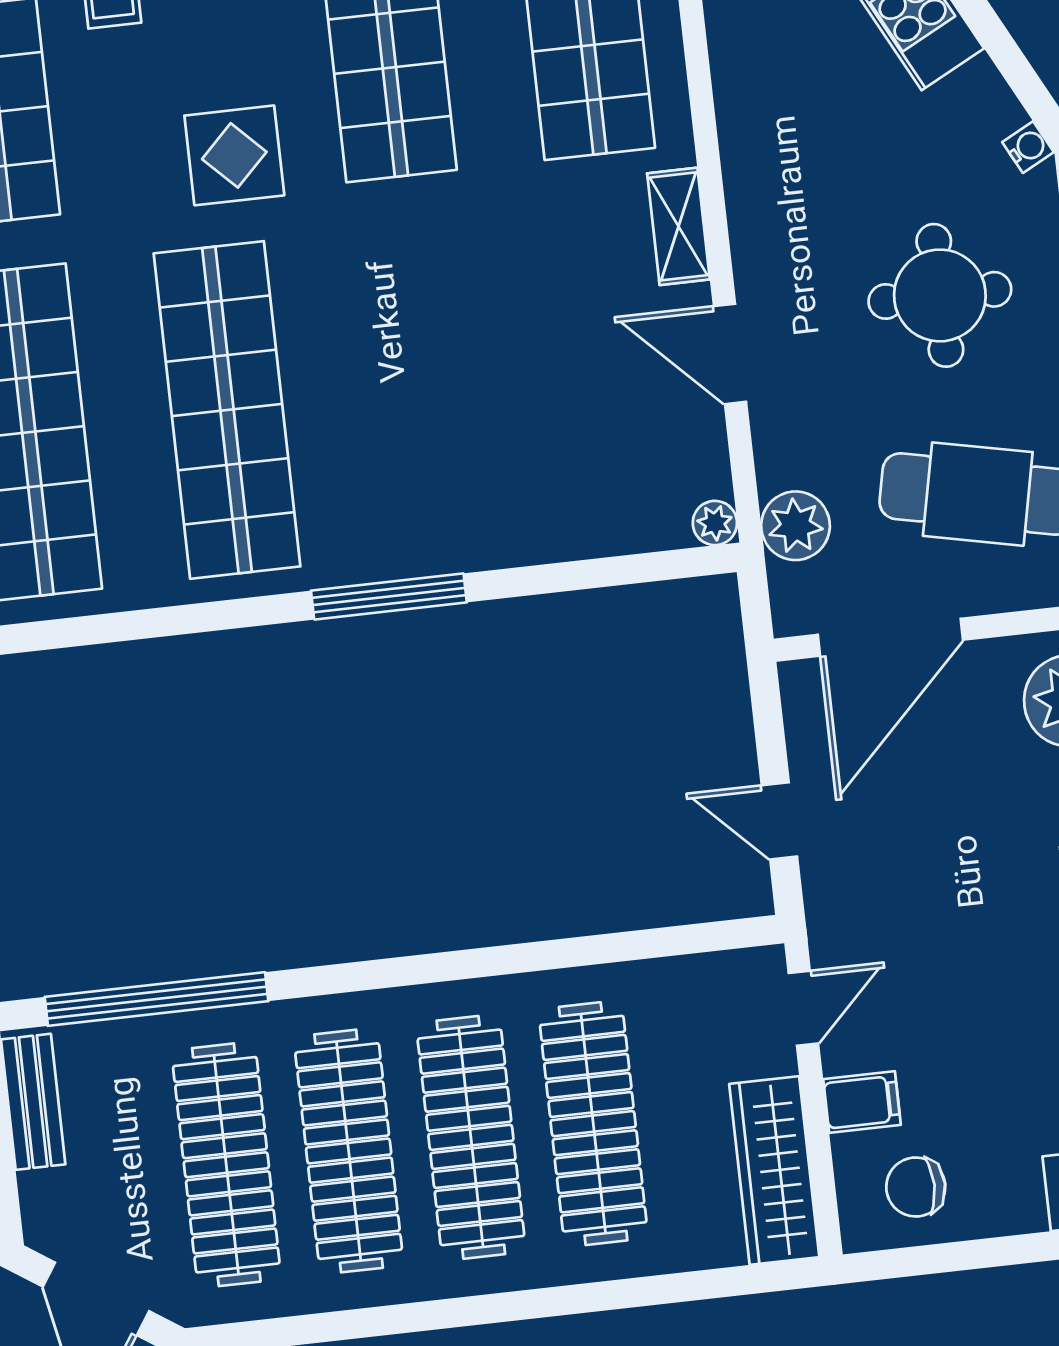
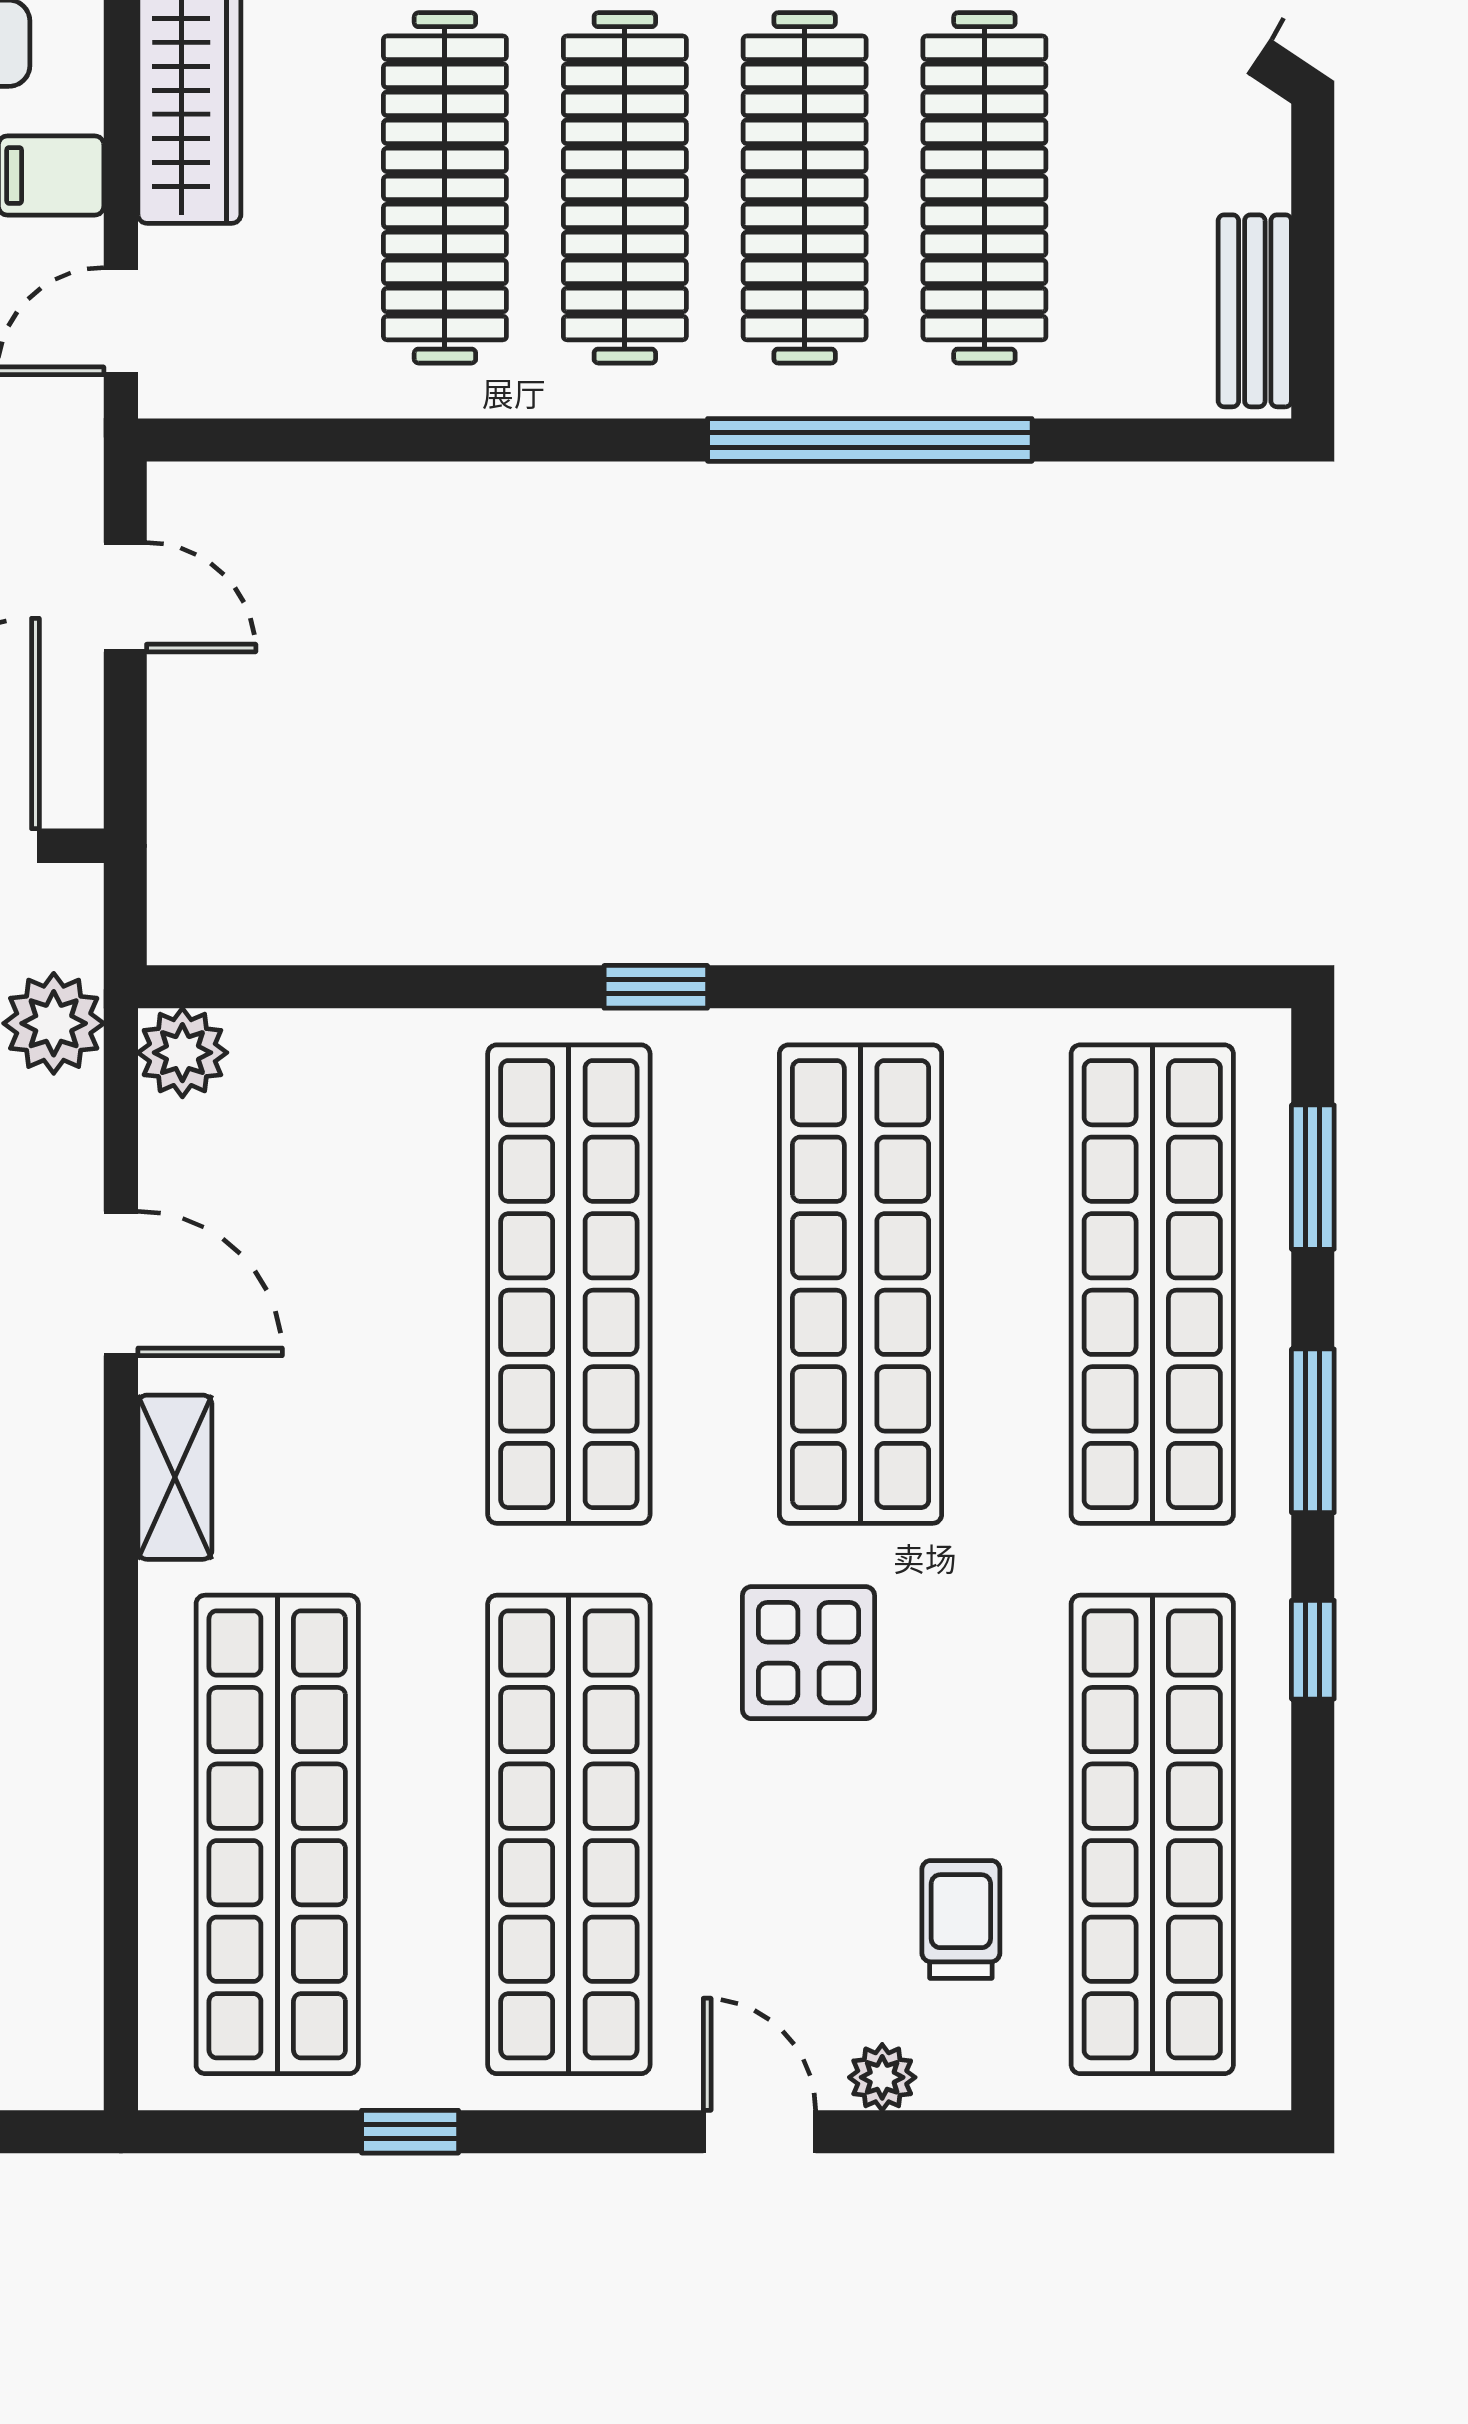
shop shelf: (425, 388) -> (569, 1284), added
plant: (715, 523) -> (182, 1053), width x1.38, depth x1.38
window: (389, 597) -> (656, 987), width x0.46
window: (156, 999) -> (870, 440), moved

